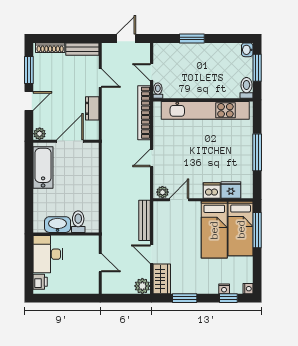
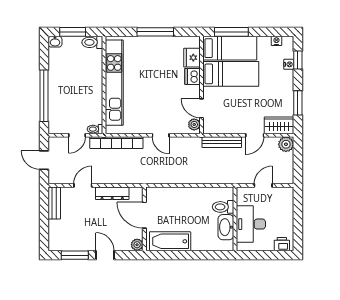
window: (192, 39) -> (44, 96), width x2.11
shoe rack: (50, 48) -> (53, 234), removed
dresser: (92, 108) -> (112, 193), width x1.44
desk: (48, 254) -> (251, 224), moved, turned 90
nightstand: (248, 289) -> (276, 41), moved

